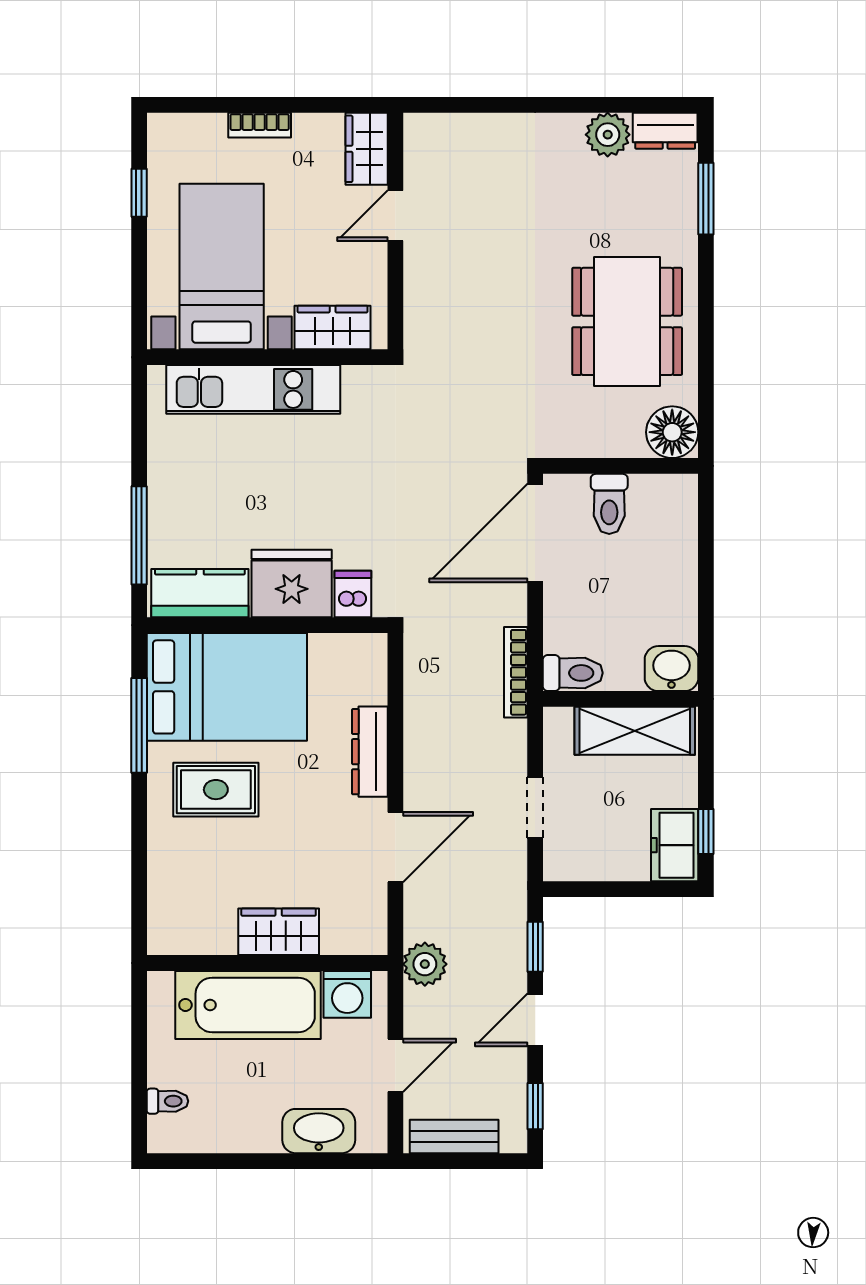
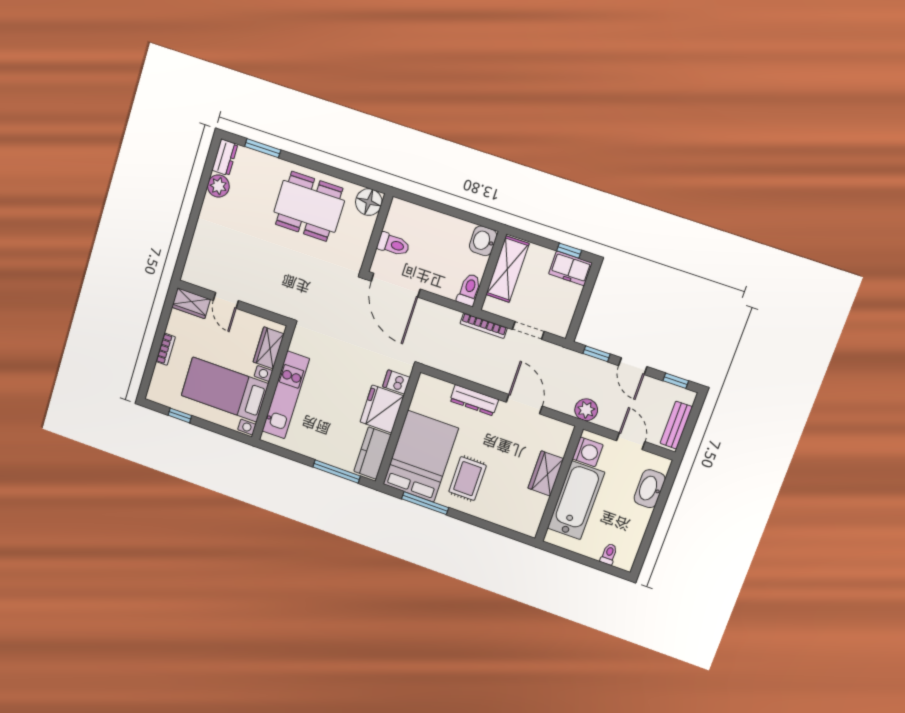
bookcase: (516, 672) -> (484, 326), moved

